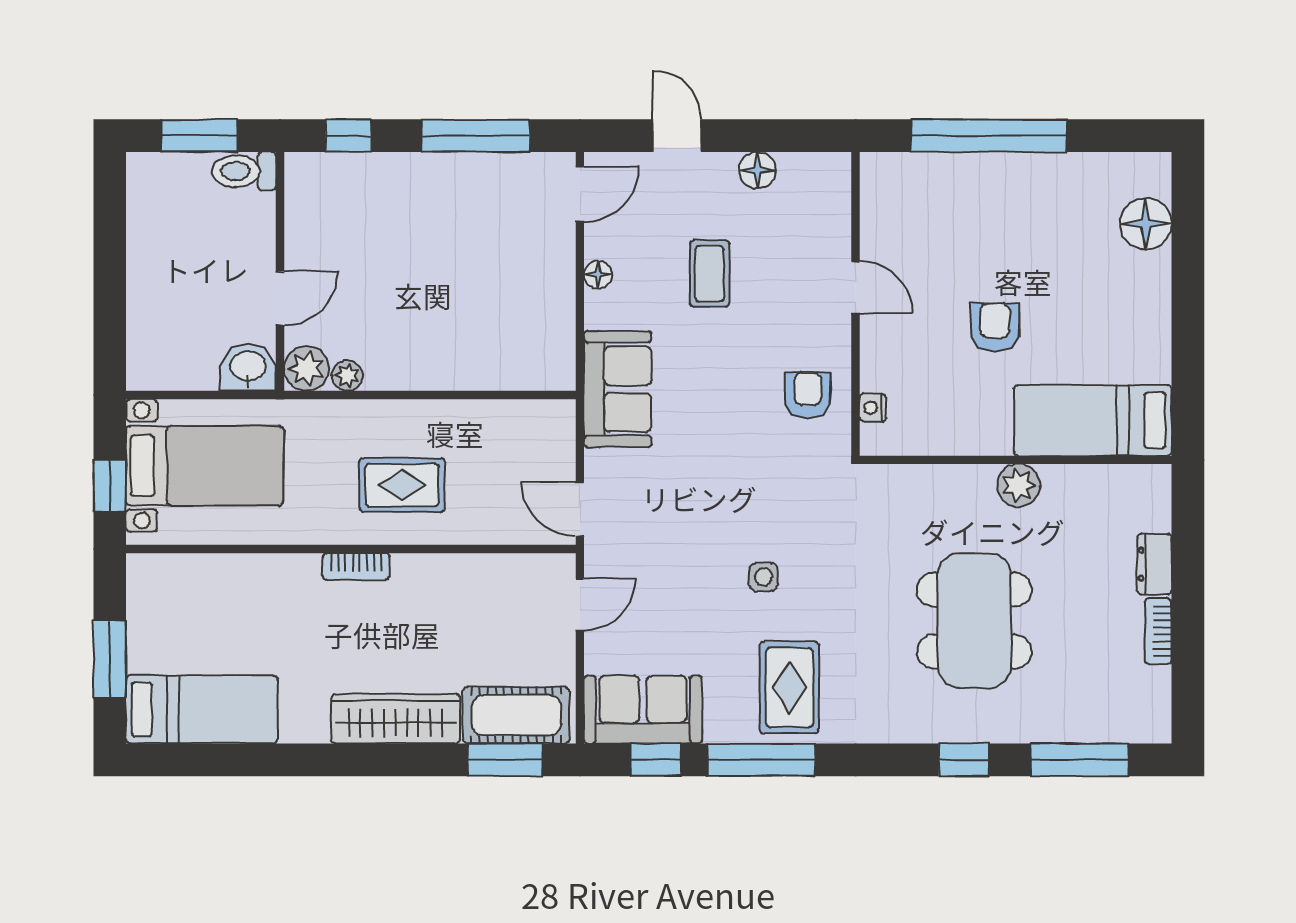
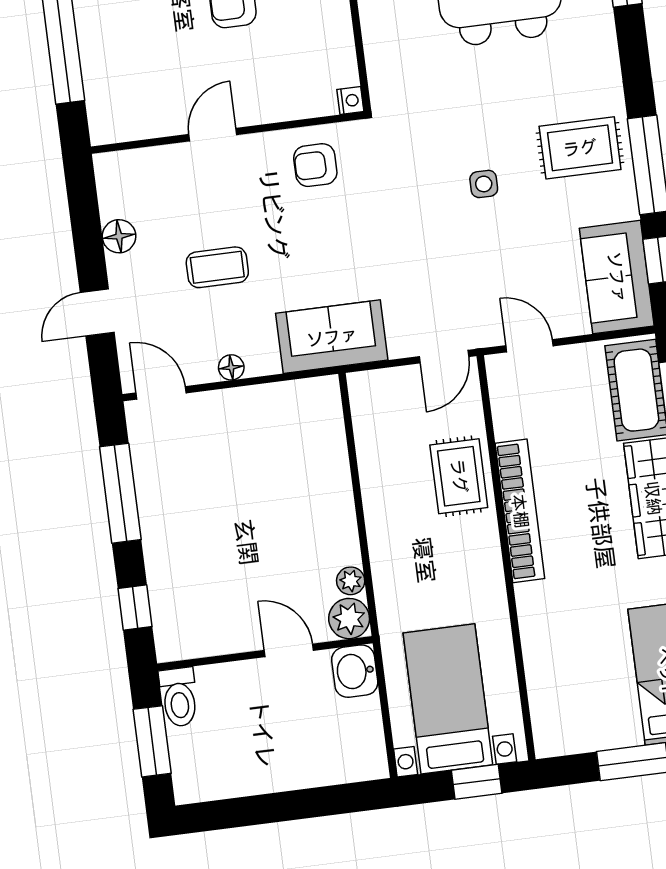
nightstand: (873, 408) -> (350, 100), moved, turned -90
rug: (402, 485) -> (459, 476), moved
bookcase: (356, 567) -> (520, 511), width x2.31, depth x1.31

